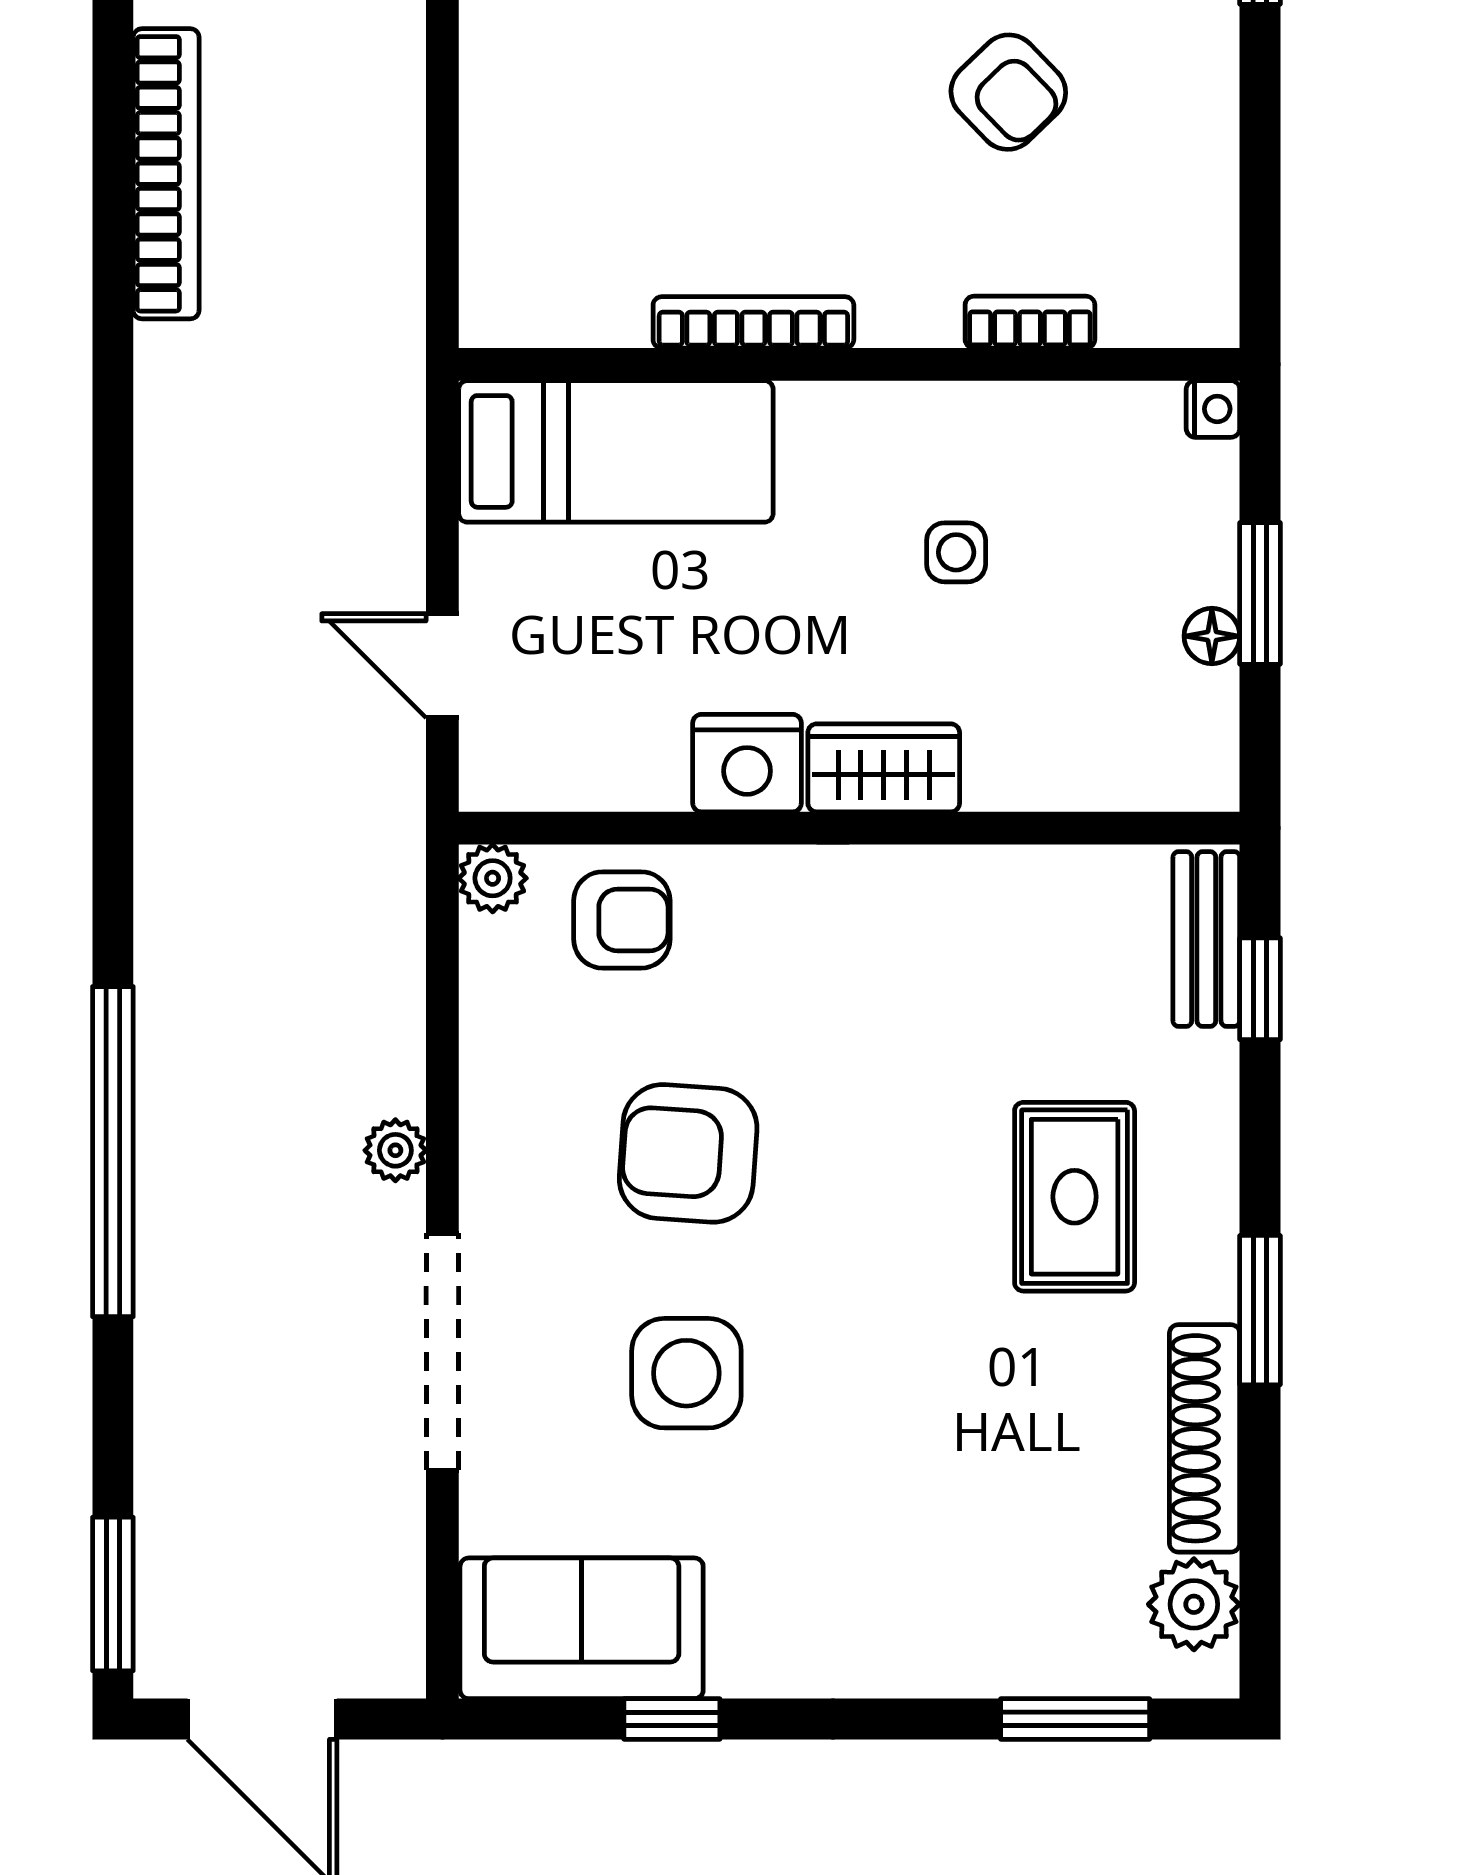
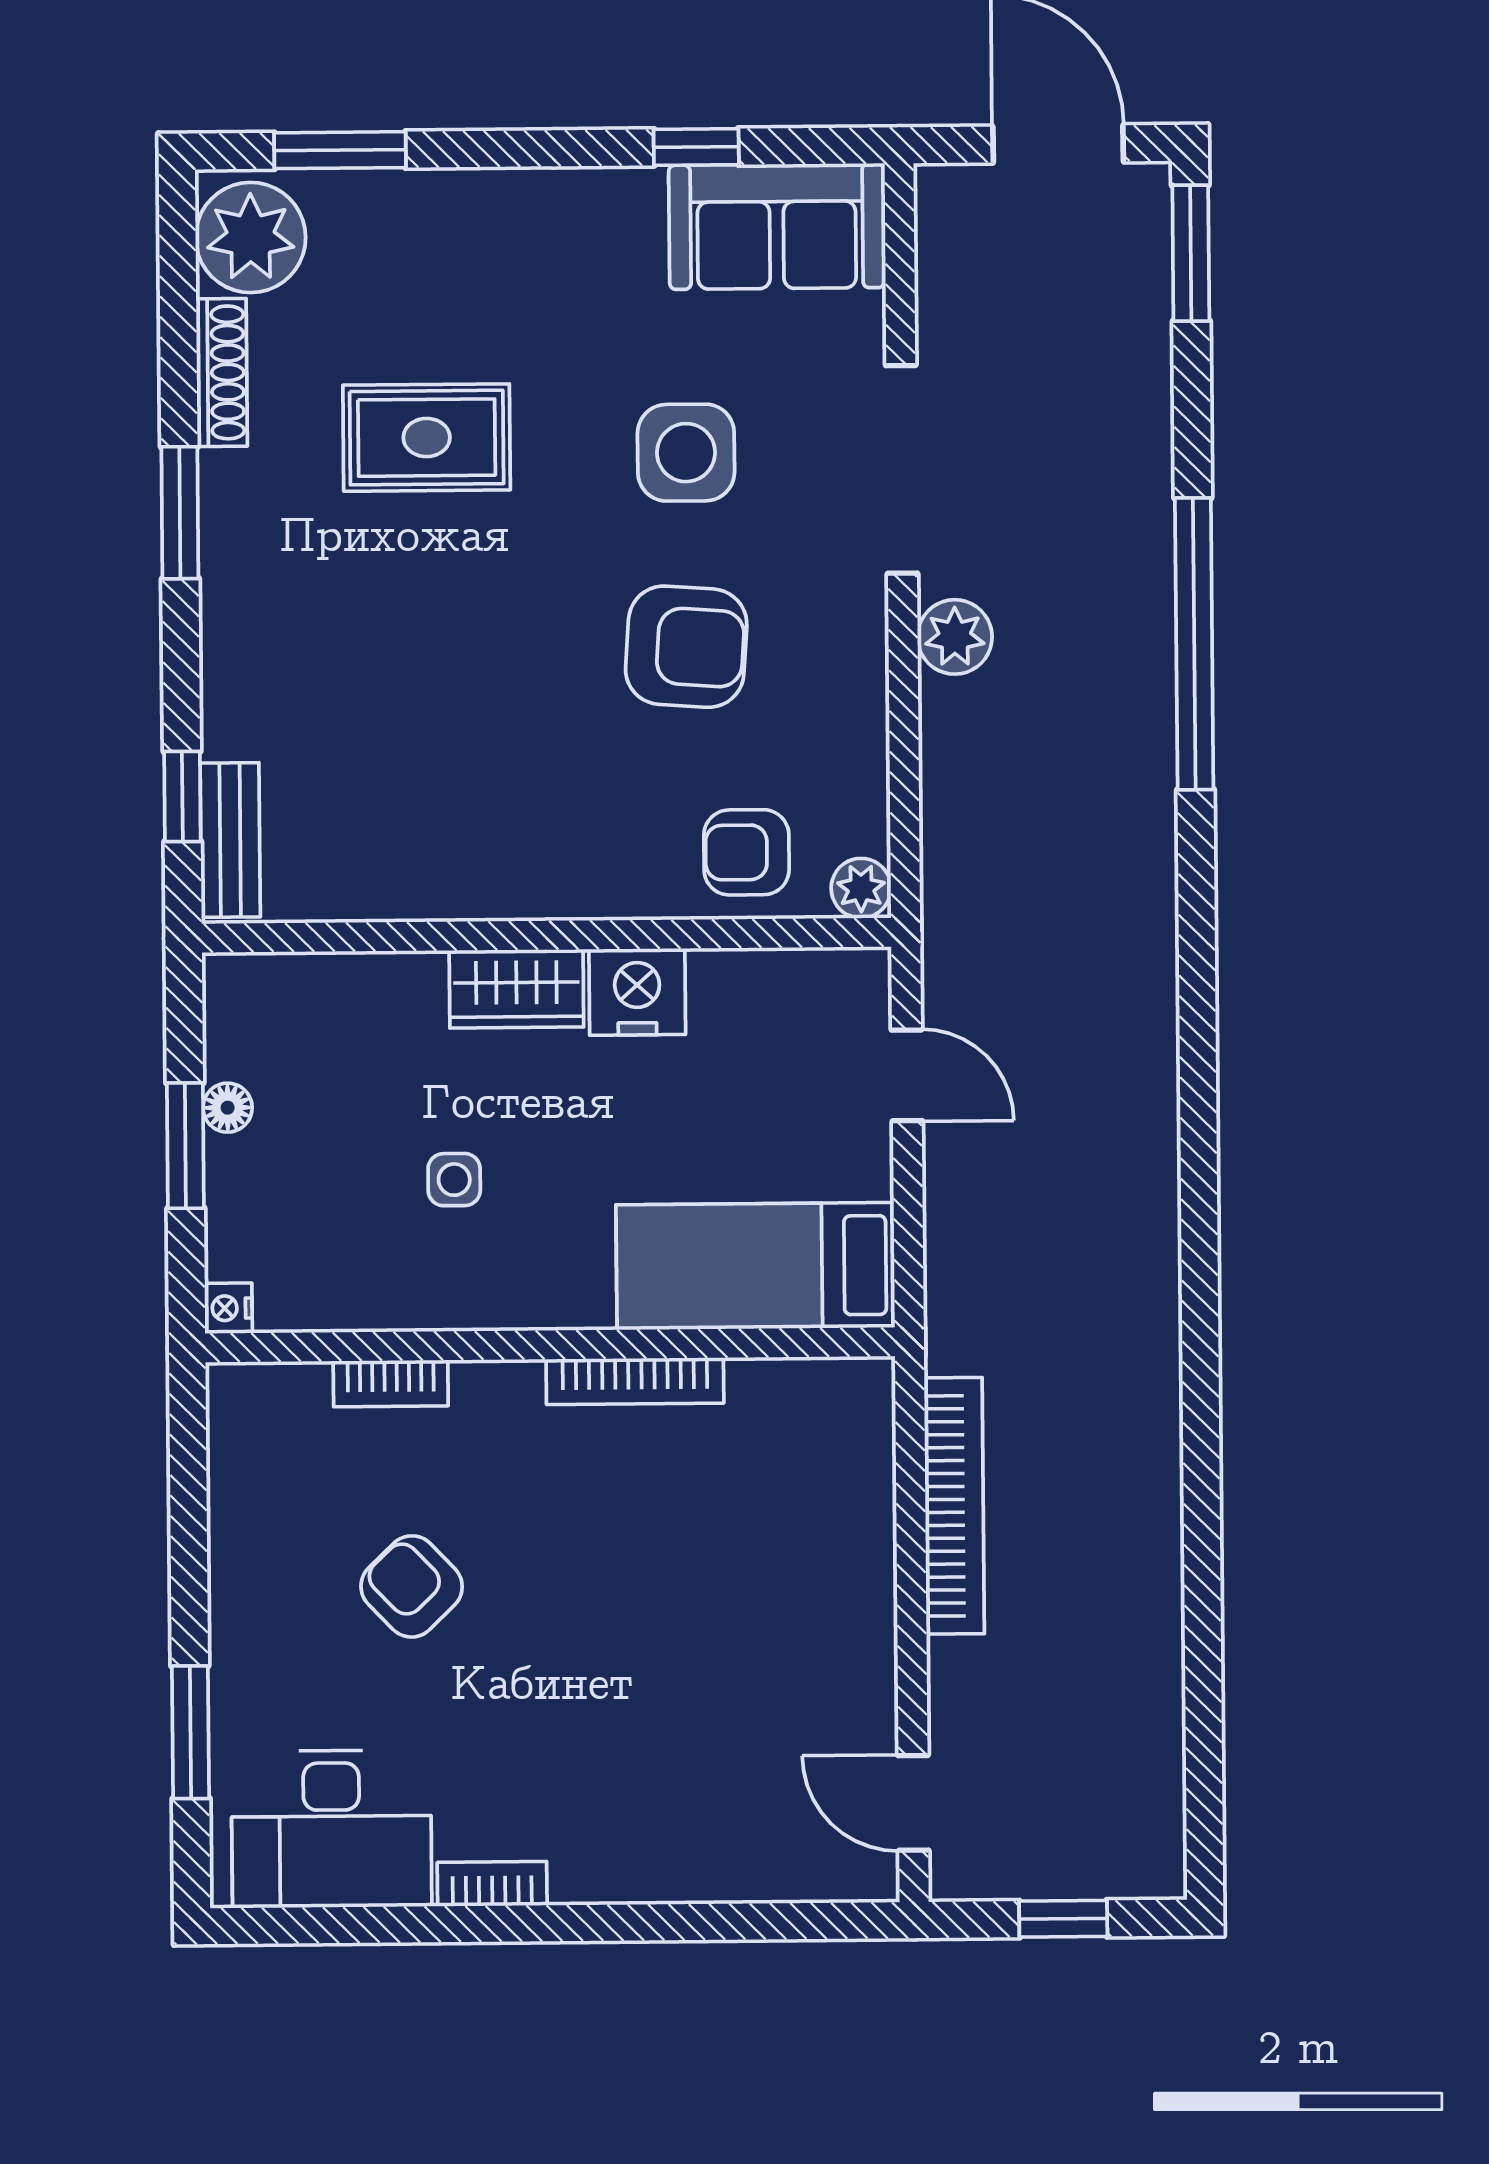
bookcase: (166, 174) -> (954, 1506), moved, turned 180
plant: (395, 1150) -> (955, 637), width x1.38, depth x1.38
rug: (1075, 1197) -> (427, 438), moved, turned 90
shoe rack: (1205, 1438) -> (222, 372), width x0.74, depth x0.81
plant: (1194, 1604) -> (251, 238), width x1.36, depth x1.36

